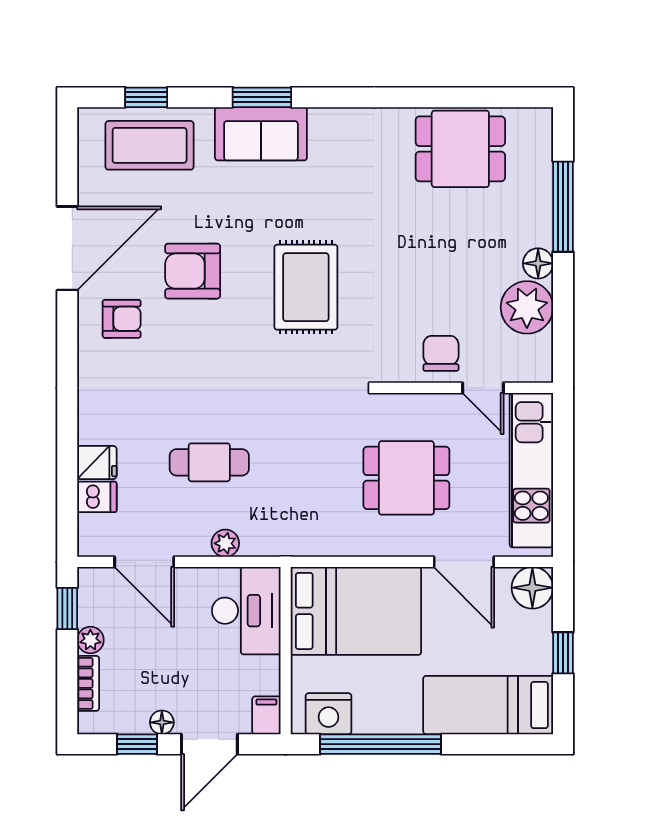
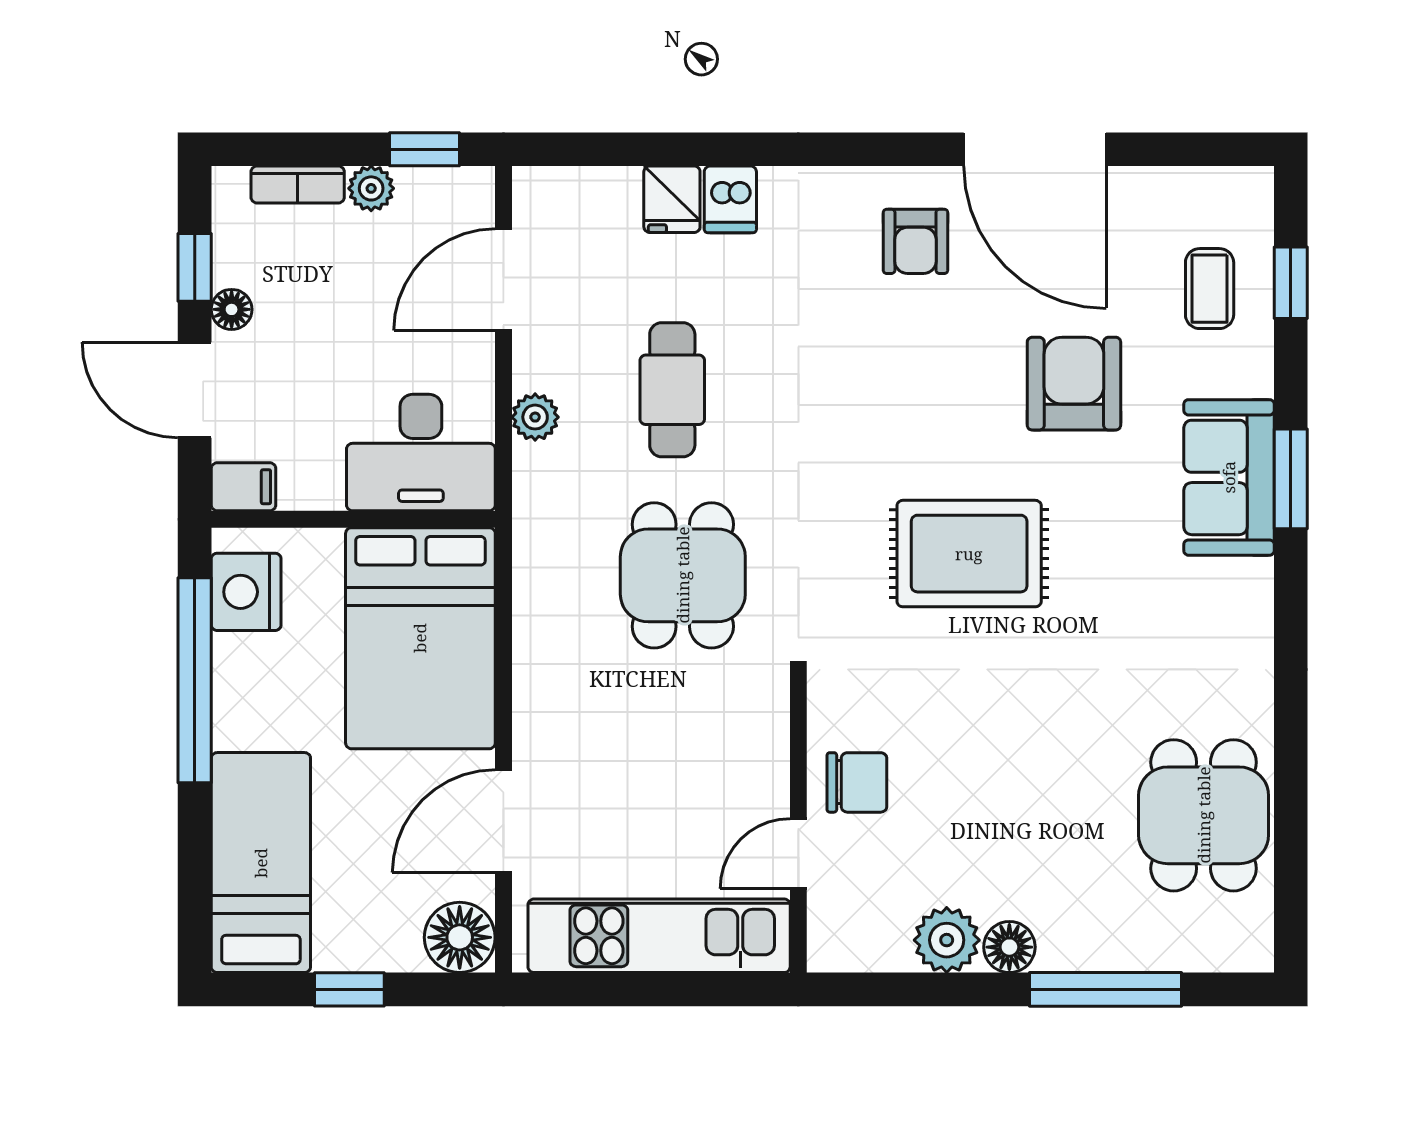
coffee table: (150, 145) -> (1210, 289), width x0.54, depth x0.58
armchair: (193, 271) -> (1074, 384), moved
plant: (527, 307) -> (947, 940), width x0.73, depth x0.73
dining table: (406, 478) -> (683, 575), moved
dishwasher: (97, 497) -> (730, 199), moved

